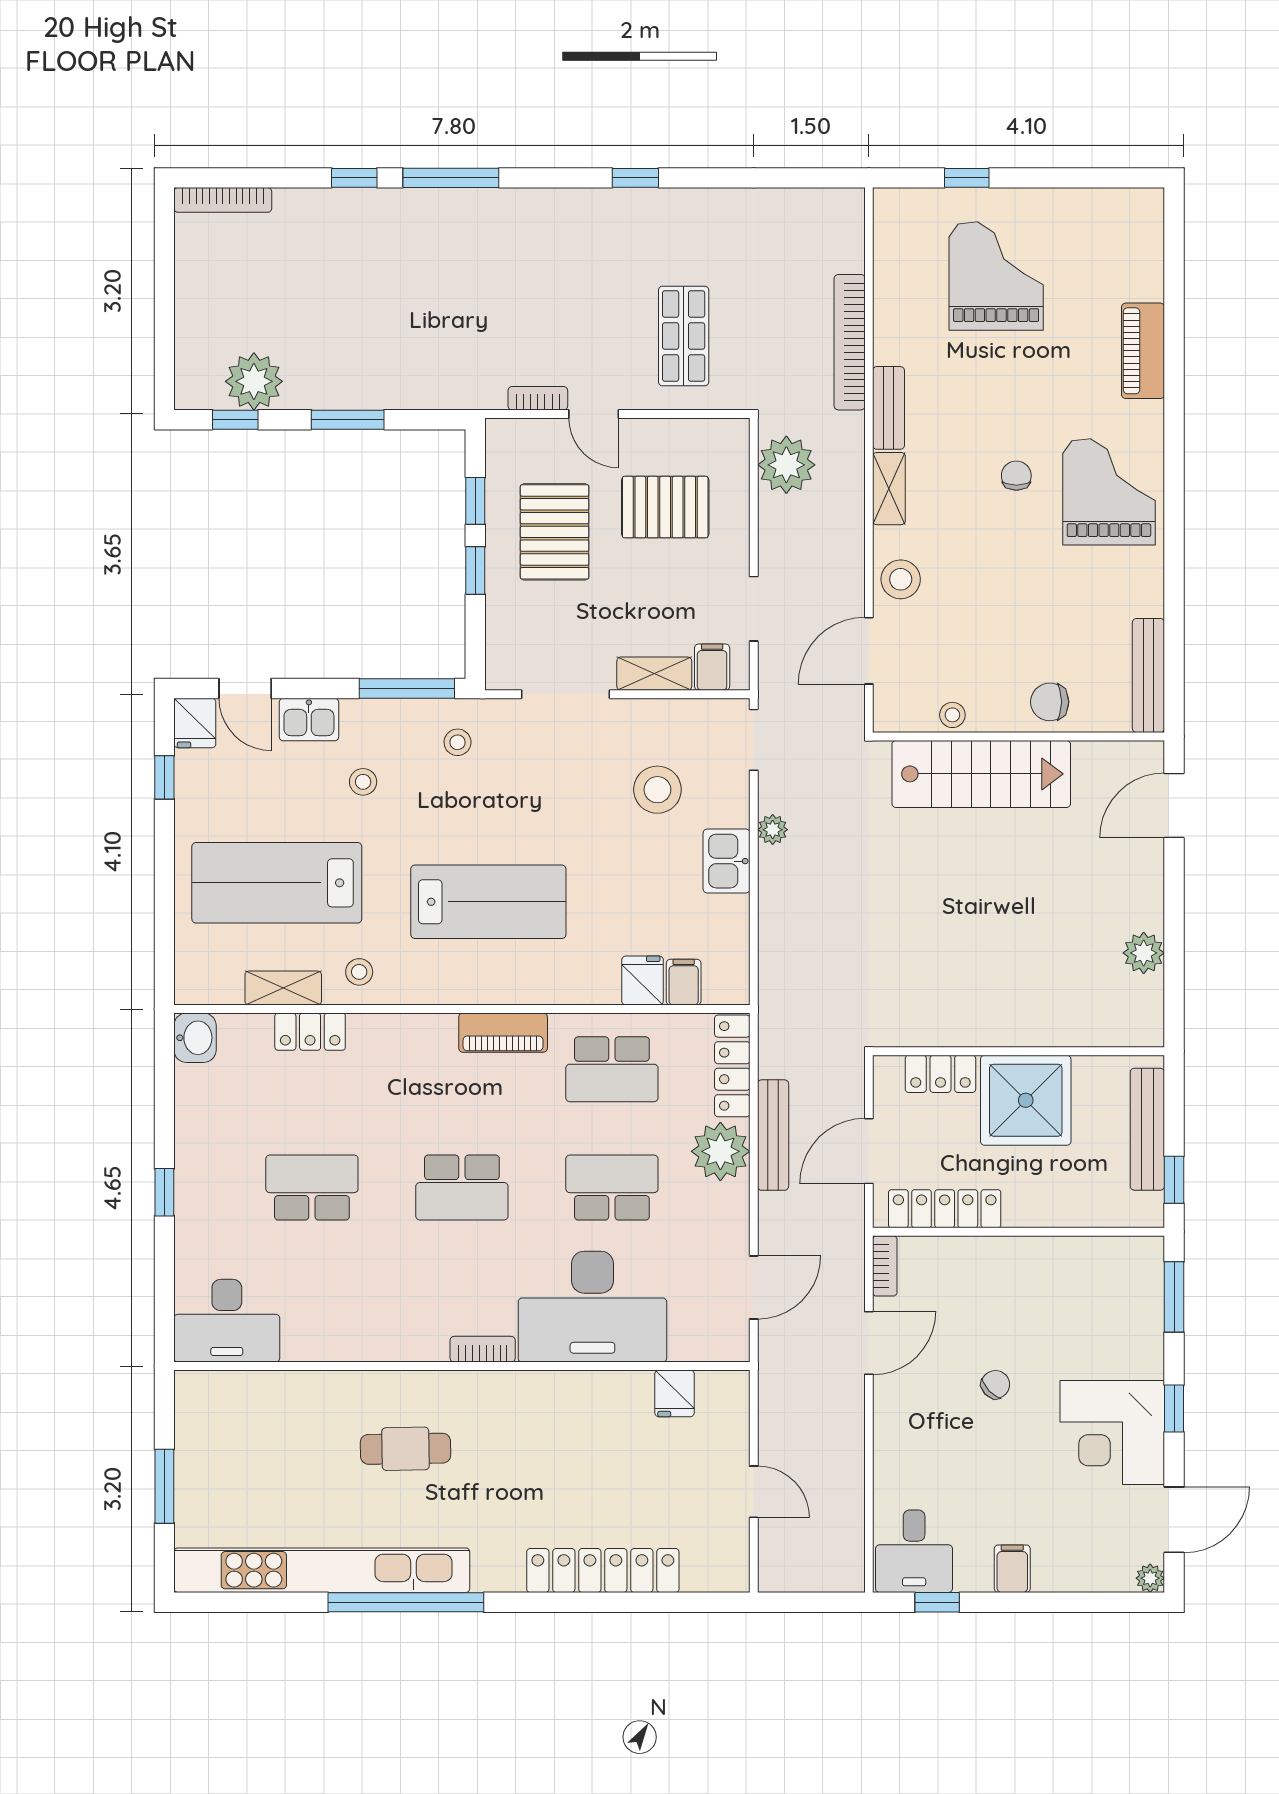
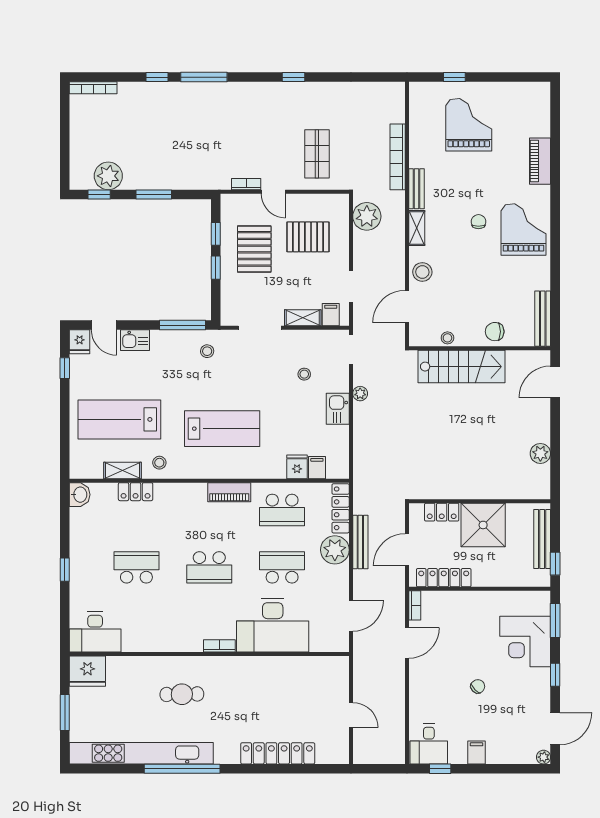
stool: (363, 782) -> (161, 370), removed
stool: (657, 790) -> (304, 374), width x0.53, depth x0.53
chair: (995, 1385) -> (478, 686), moved
fridge: (675, 1393) -> (87, 671), moved, width x1.88, depth x1.34
corner desk: (1112, 1432) -> (525, 642), moved

